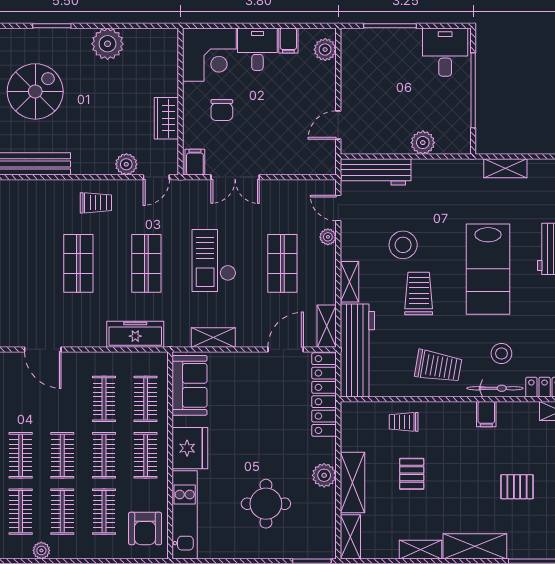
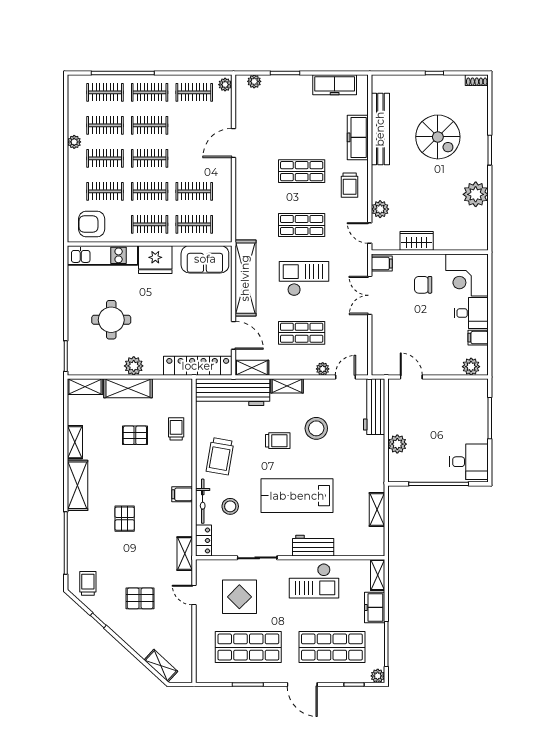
trolley: (419, 294) -> (278, 441), width x0.73, depth x0.72
freezer: (135, 334) -> (358, 137), moved, turned 180
shelving: (213, 338) -> (245, 278), width x2.20, depth x1.33

